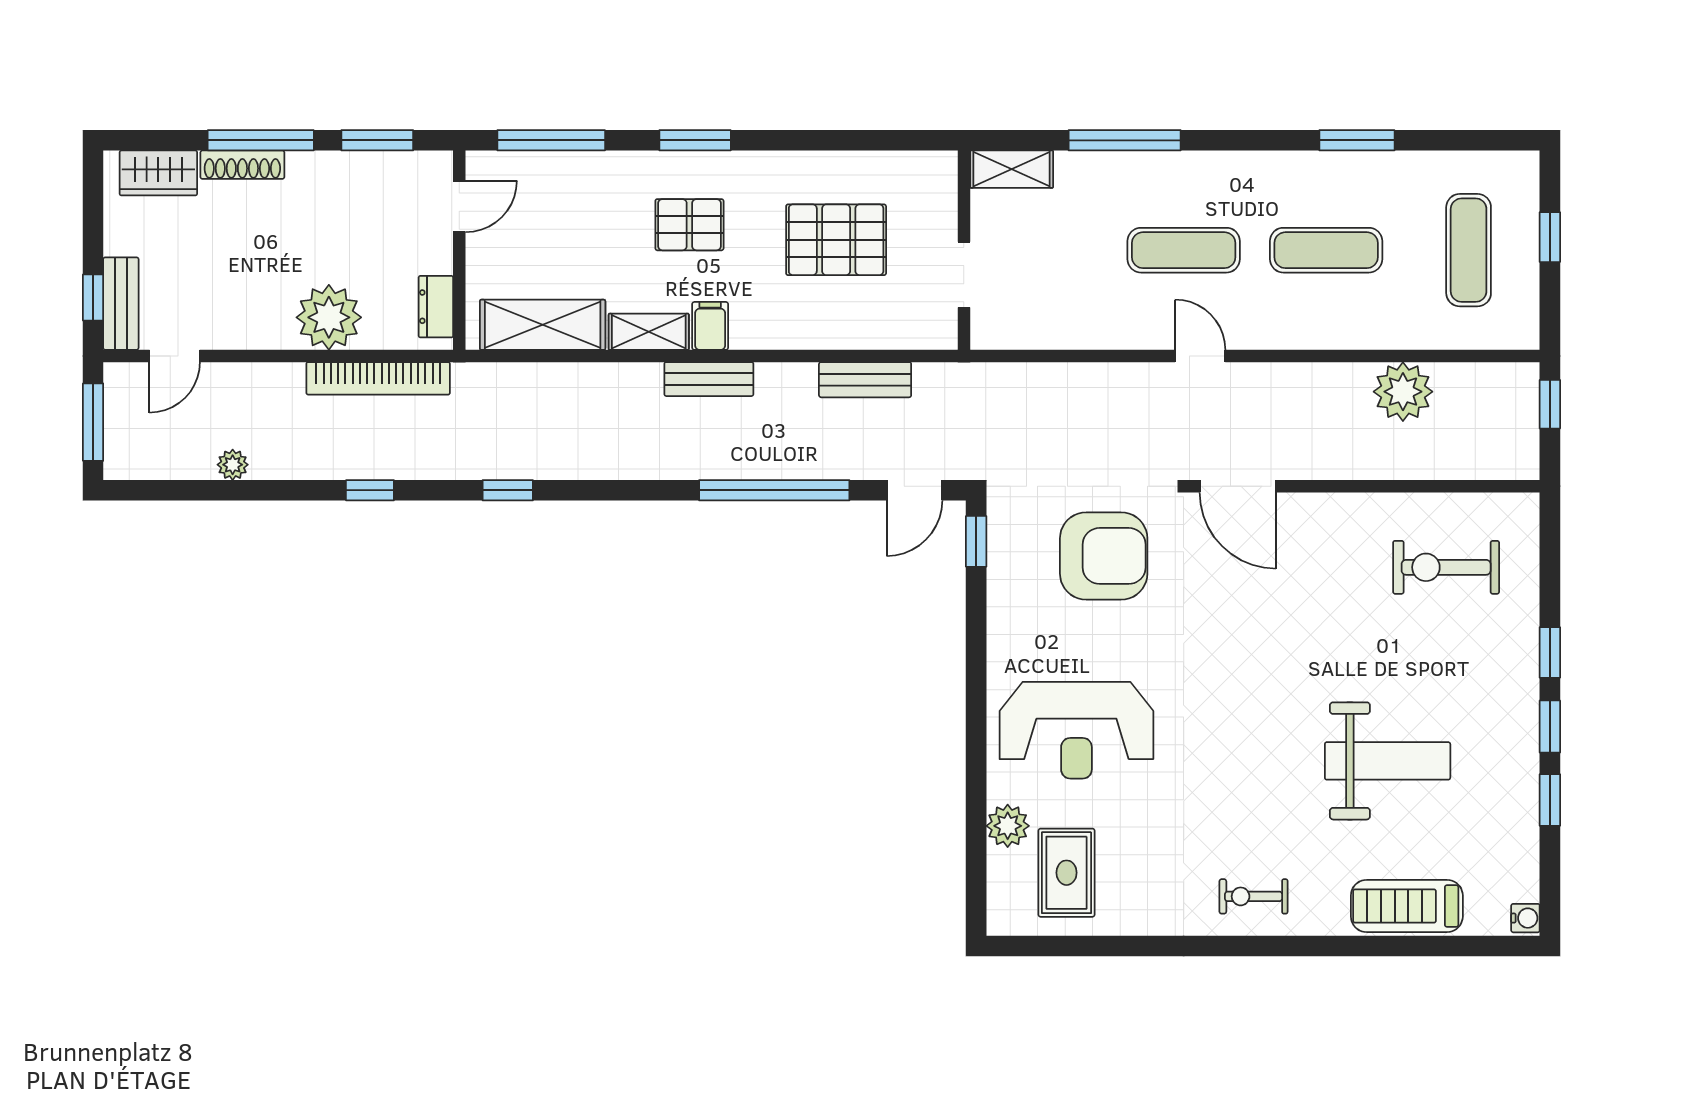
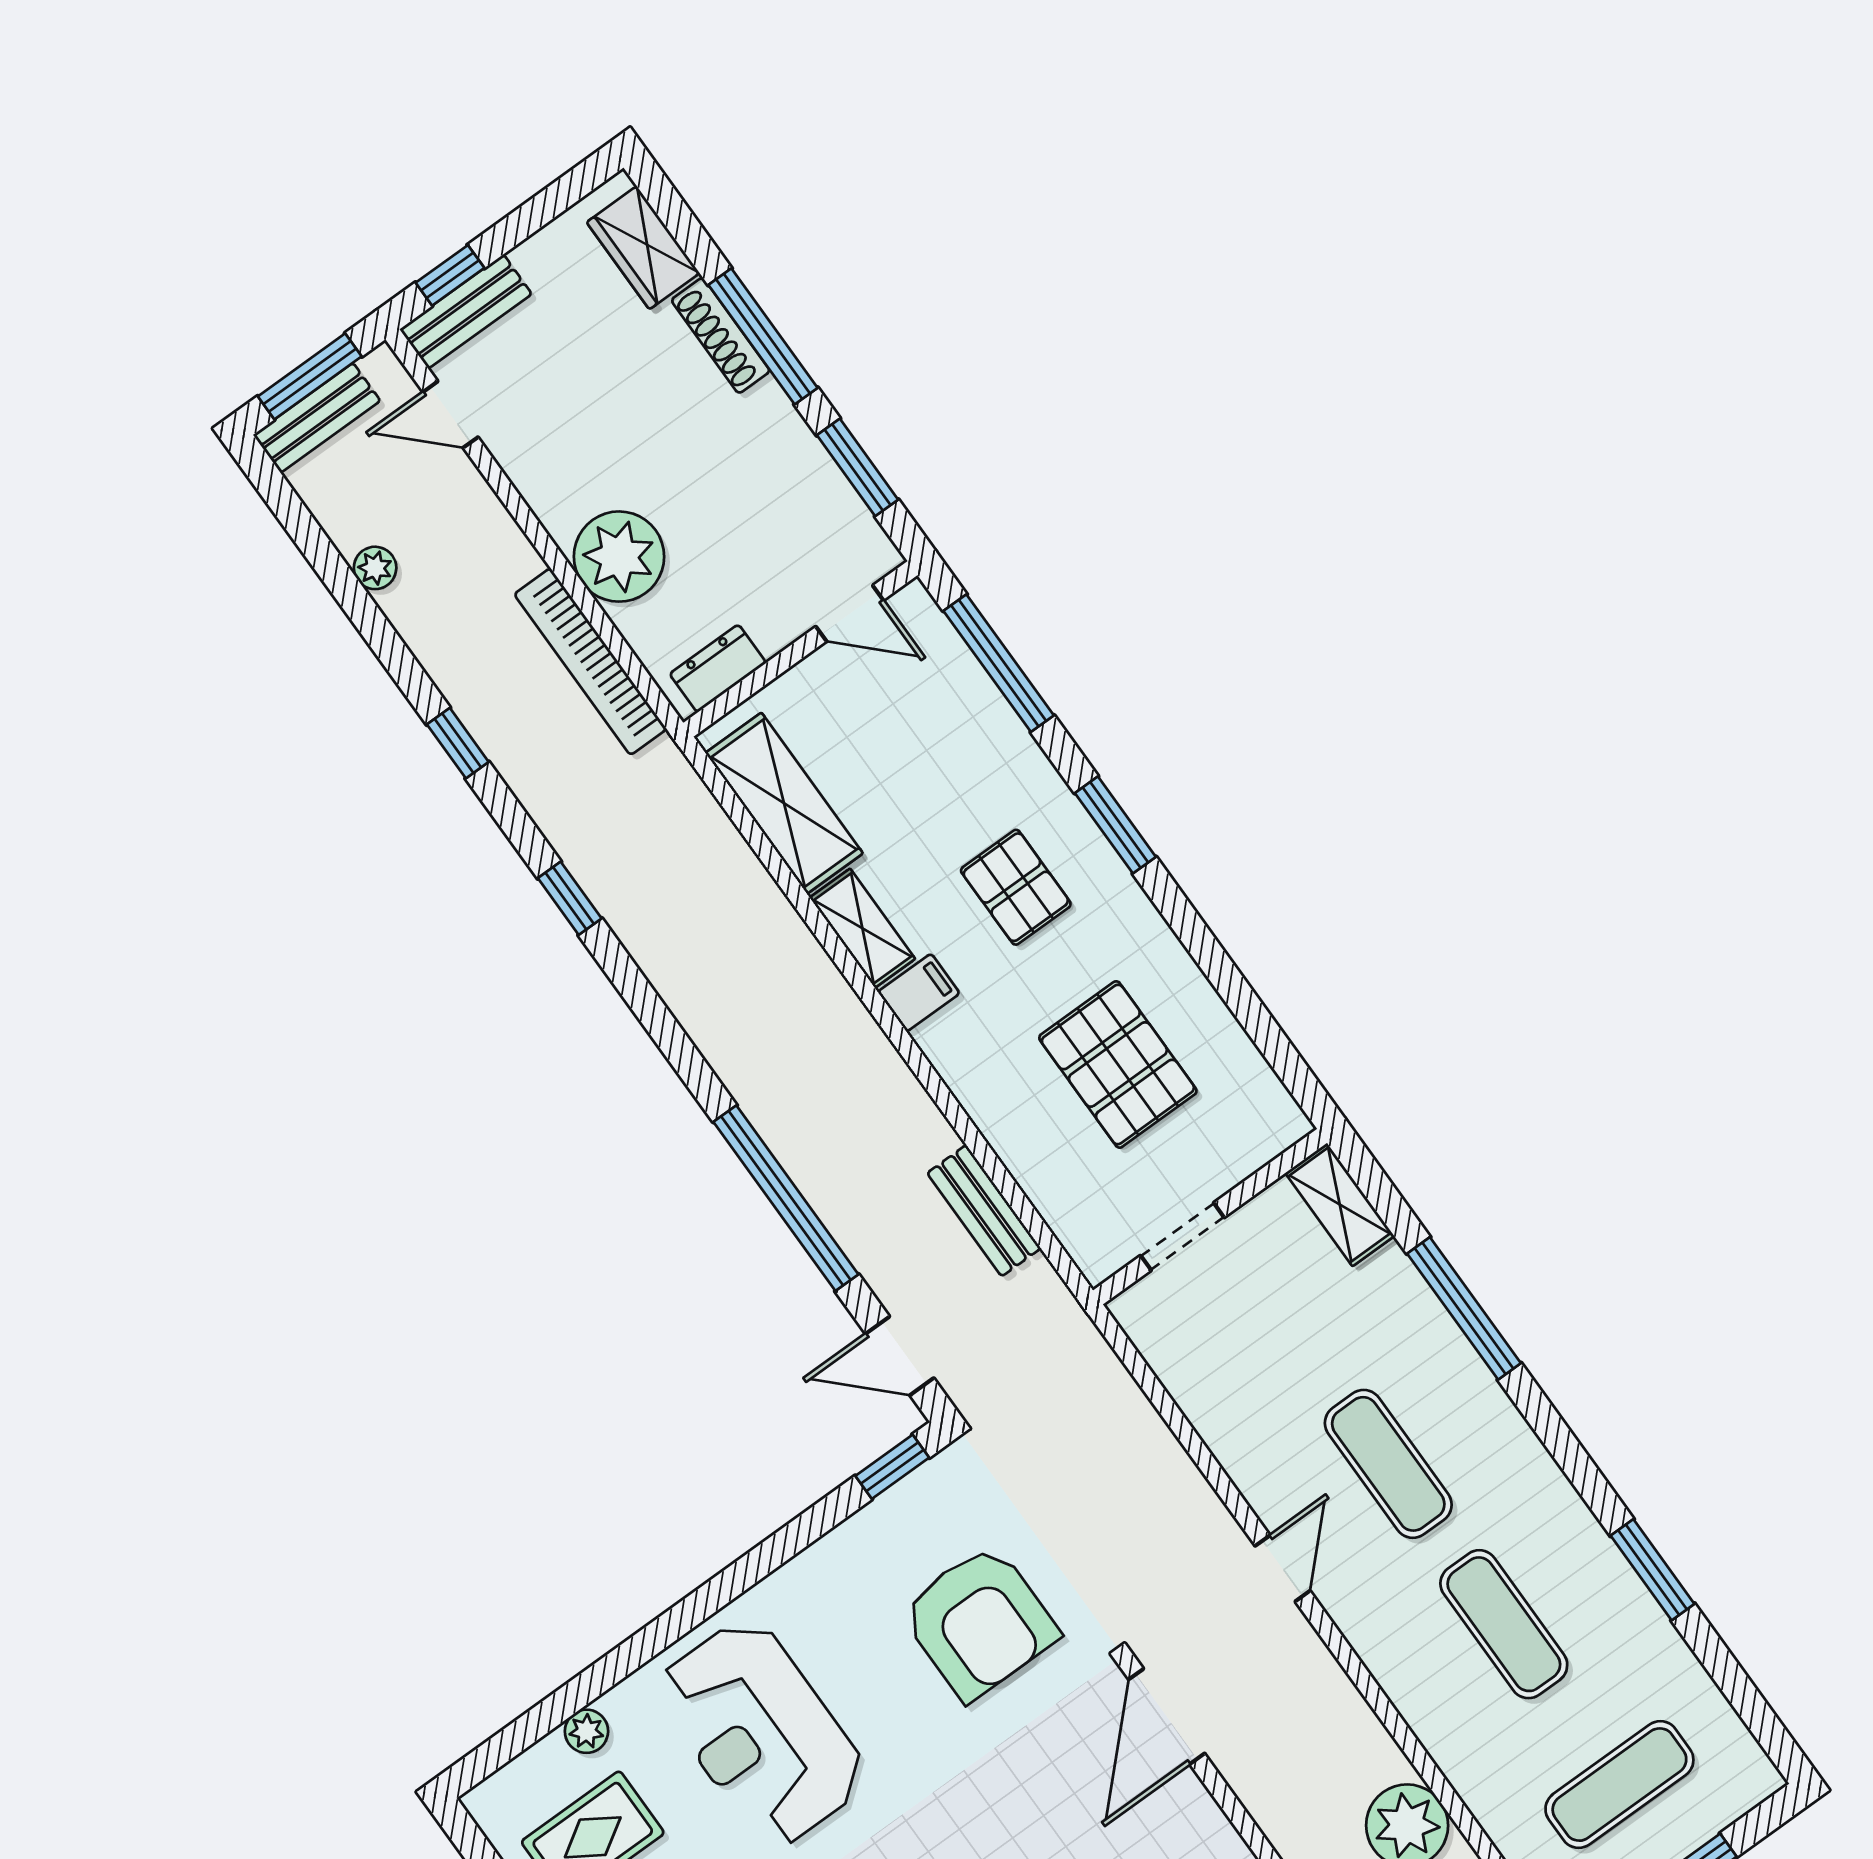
bench: (709, 379) -> (317, 418), moved, turned 90
plant: (1008, 826) -> (586, 1731), width x0.73, depth x0.73

